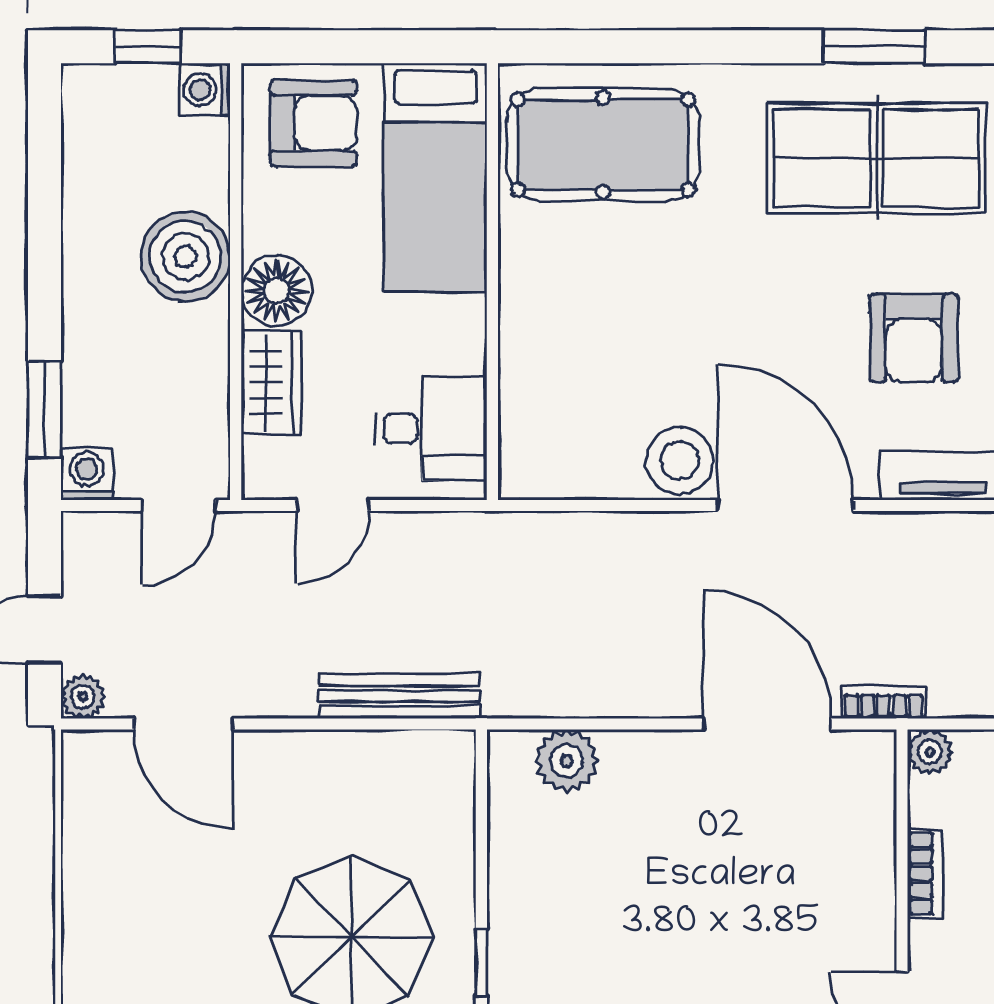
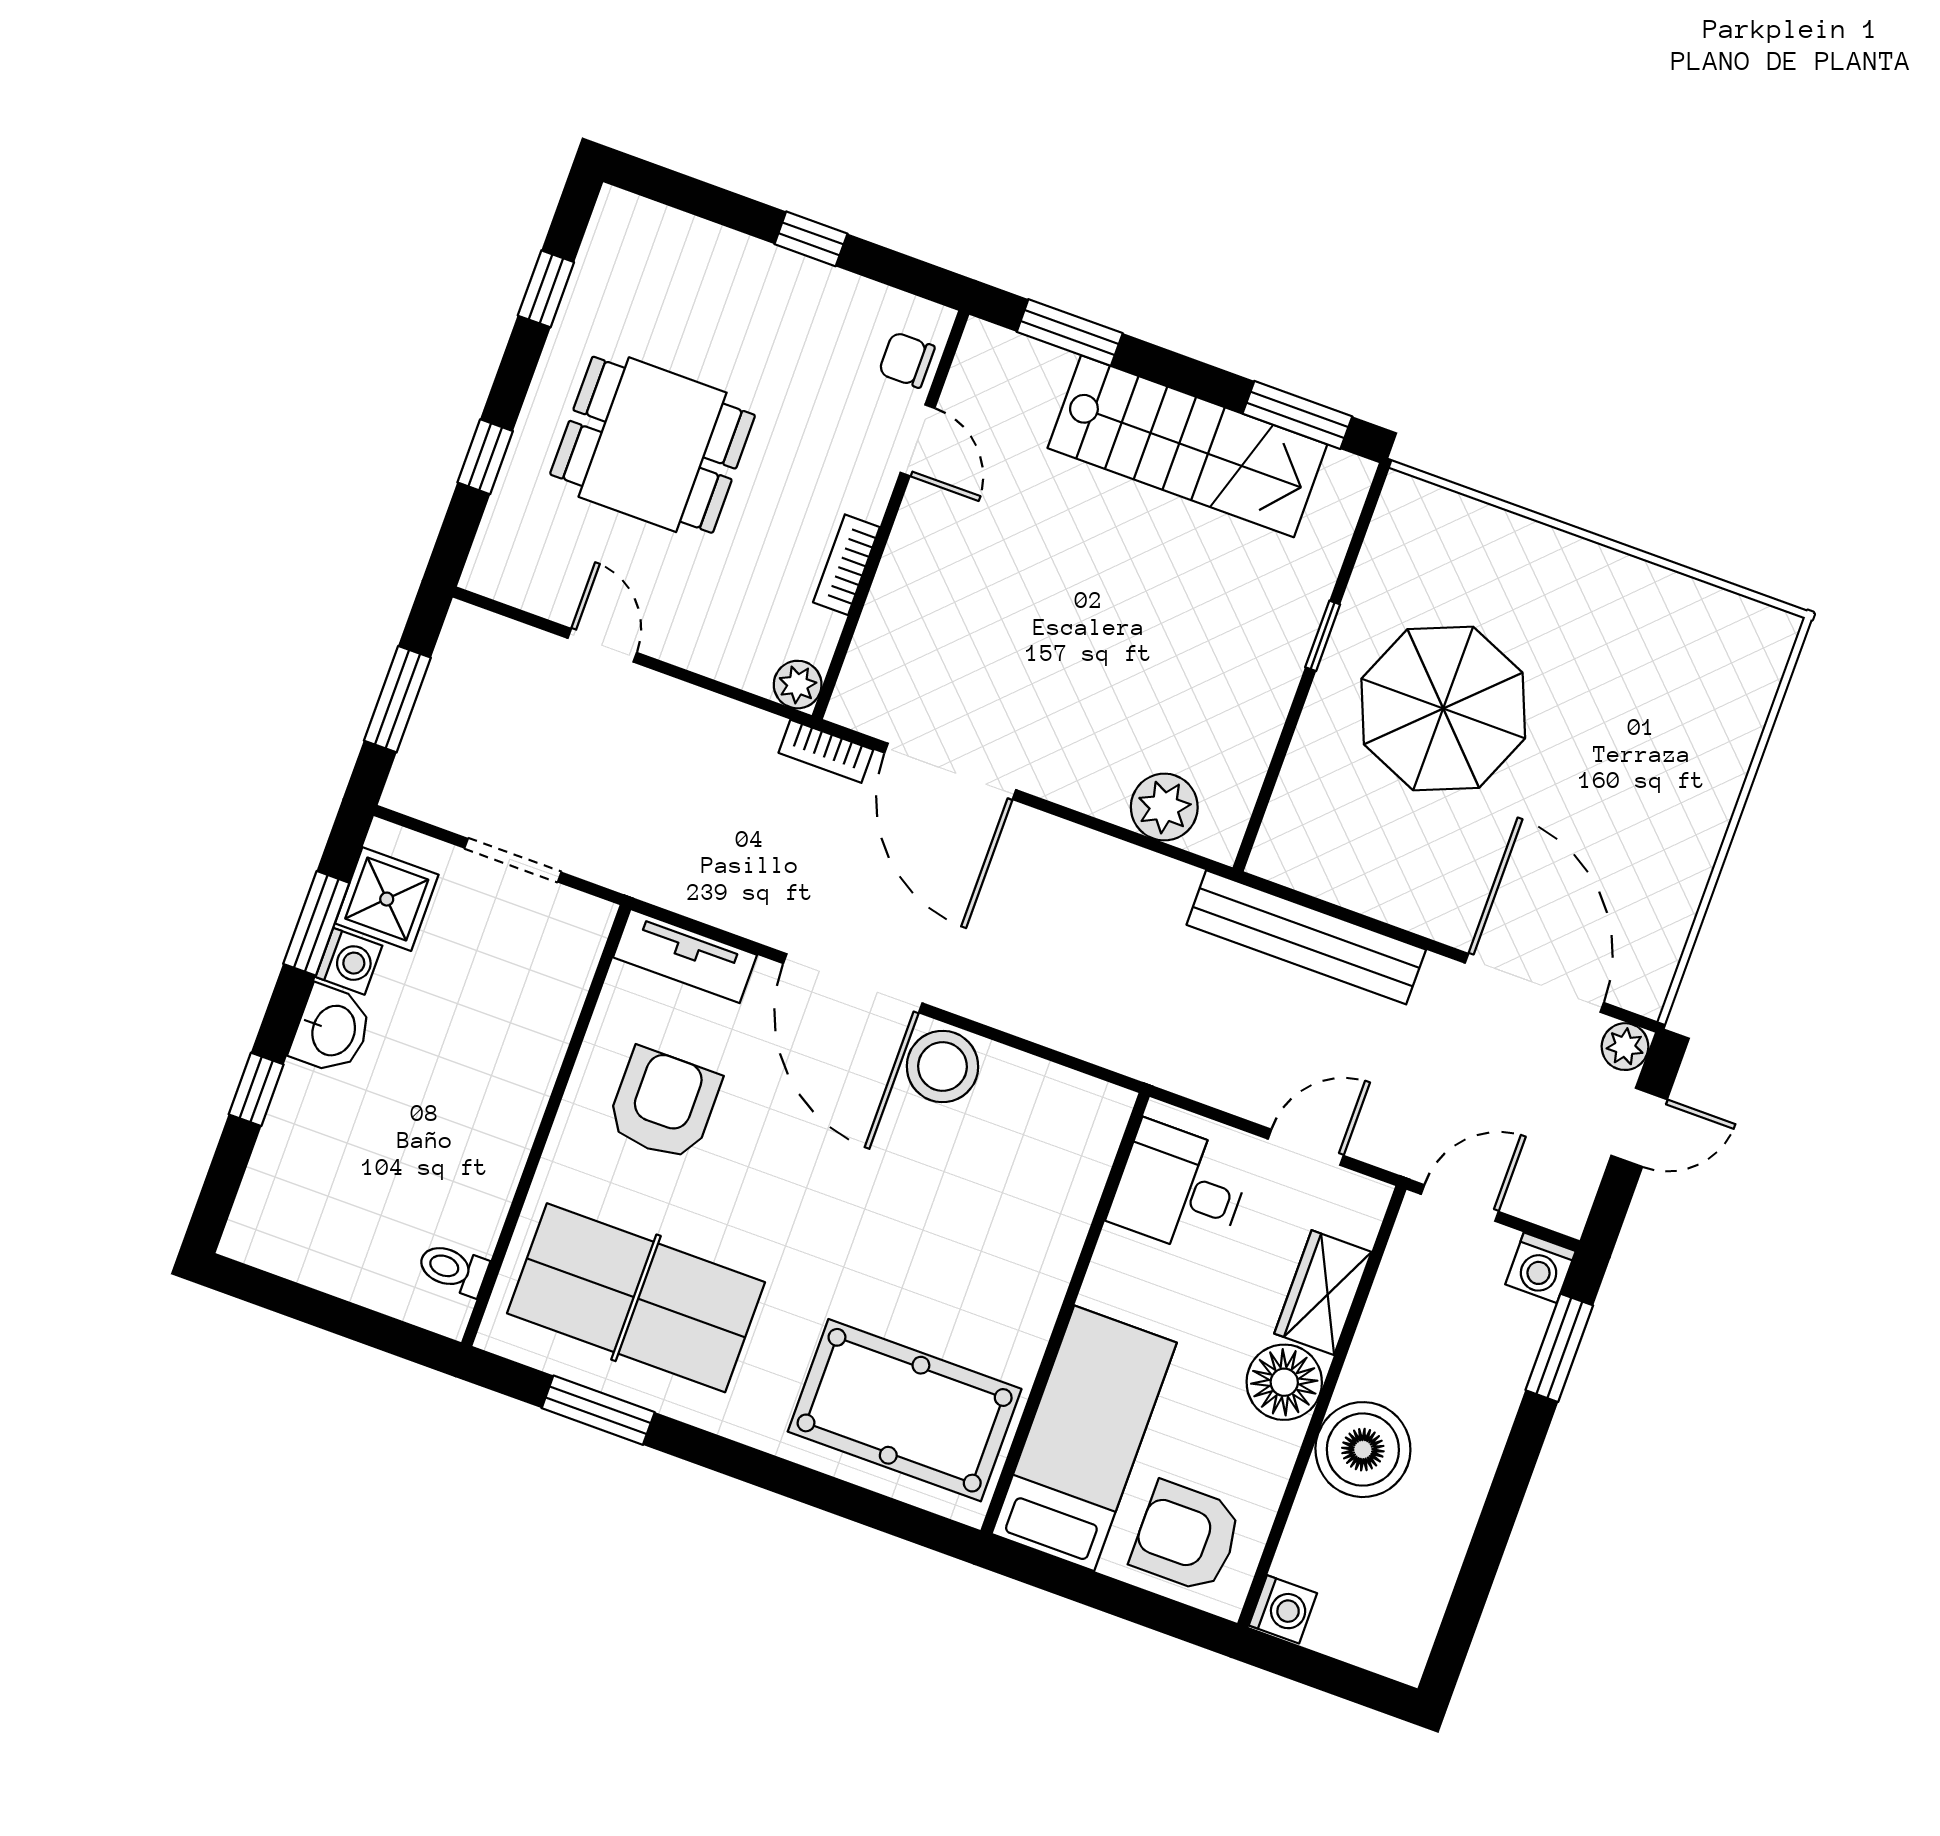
window: (148, 47) -> (1324, 1673), removed
bench: (399, 696) -> (1306, 937), width x1.37, depth x1.21
door: (183, 724) -> (1534, 983), width x1.36

